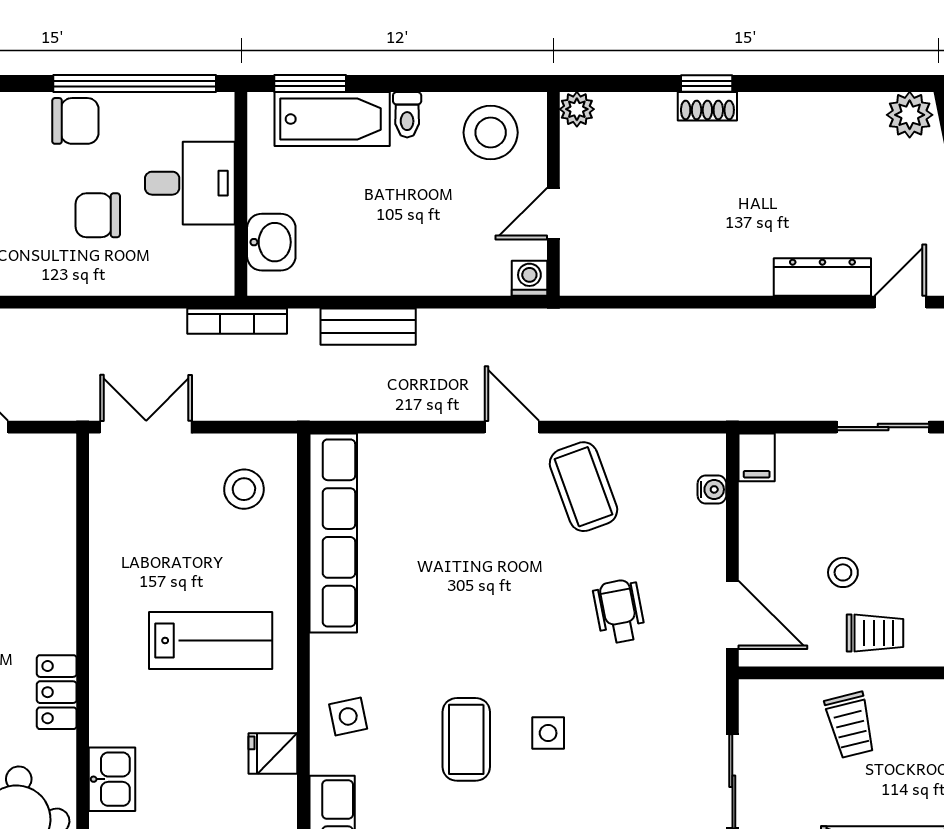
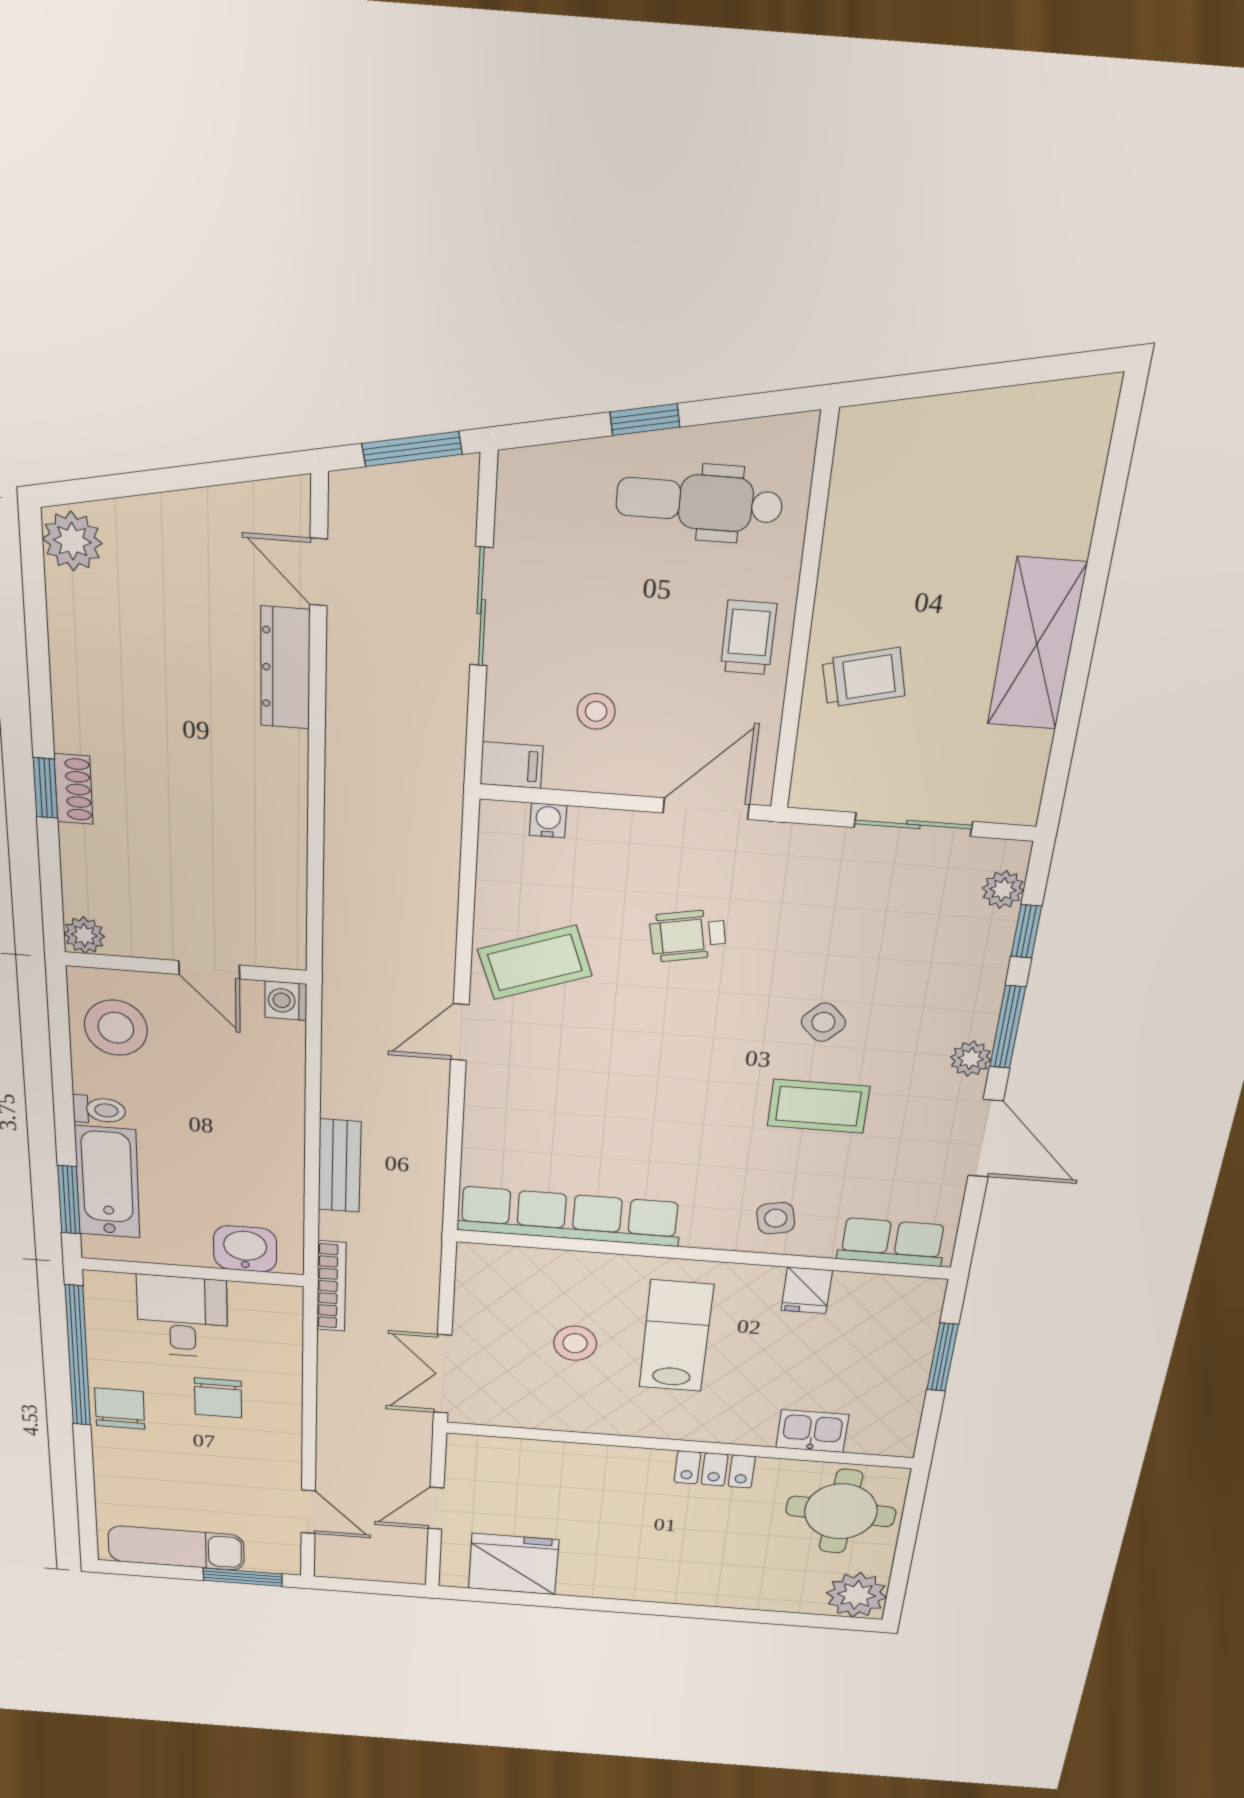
stool: (244, 489) -> (575, 1343), moved
stool: (843, 572) -> (596, 711), moved
side table: (548, 733) -> (823, 1022), turned 45

